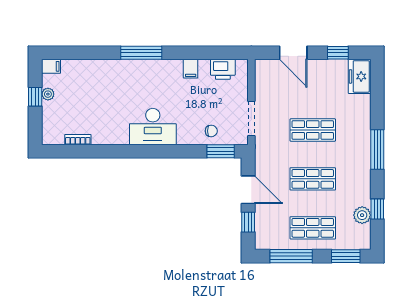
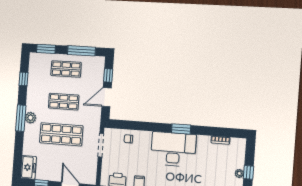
desk: (153, 126) -> (173, 149), width x1.36, depth x1.30
shop shelf: (313, 130) -> (61, 134), width x1.43, depth x1.36
window: (221, 151) -> (181, 129), moved
door: (248, 190) -> (107, 97), hinge flipped
plant: (362, 215) -> (30, 118), moved

